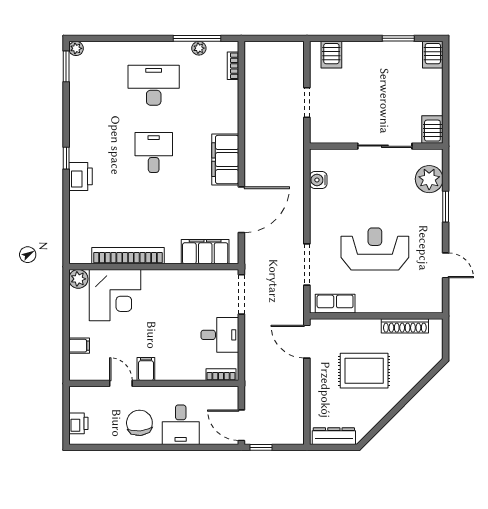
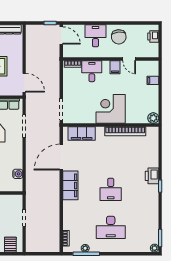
corner desk: (115, 295) -> (111, 109), moved
desk: (220, 335) -> (92, 71), moved, turned 90

